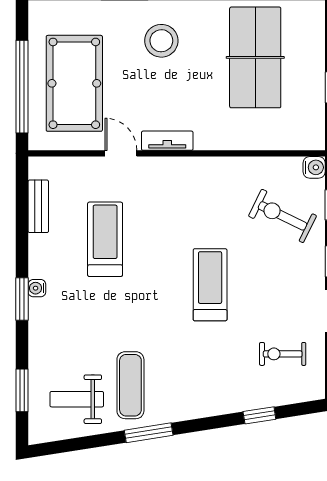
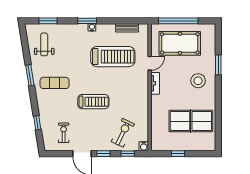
treadmill: (105, 239) -> (113, 57), width x1.37, depth x1.38
exercise mat: (130, 385) -> (55, 83), moved

